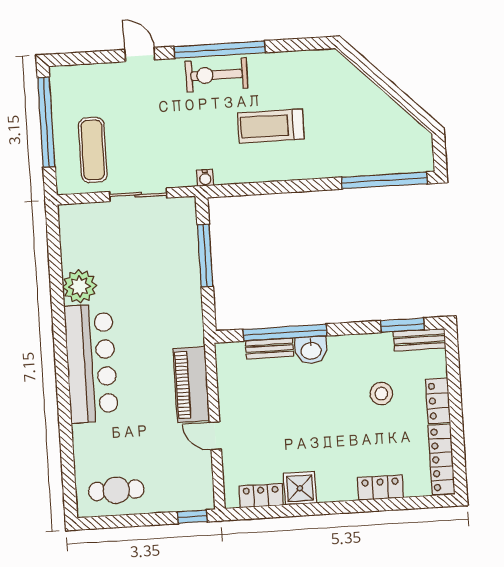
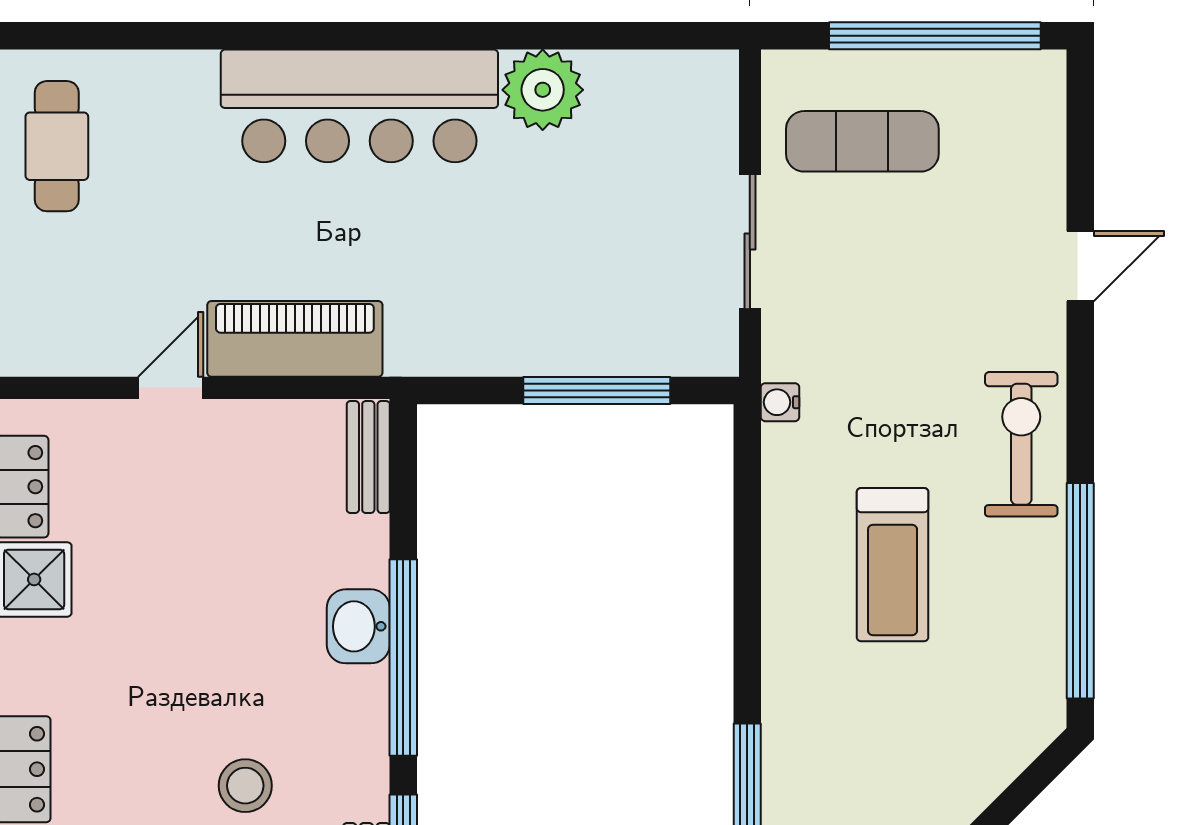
window: (220, 50) -> (1080, 591), moved
treadmill: (271, 126) -> (893, 565), turned 180
window: (285, 333) -> (403, 658), moved
bench: (270, 348) -> (368, 457), moved

